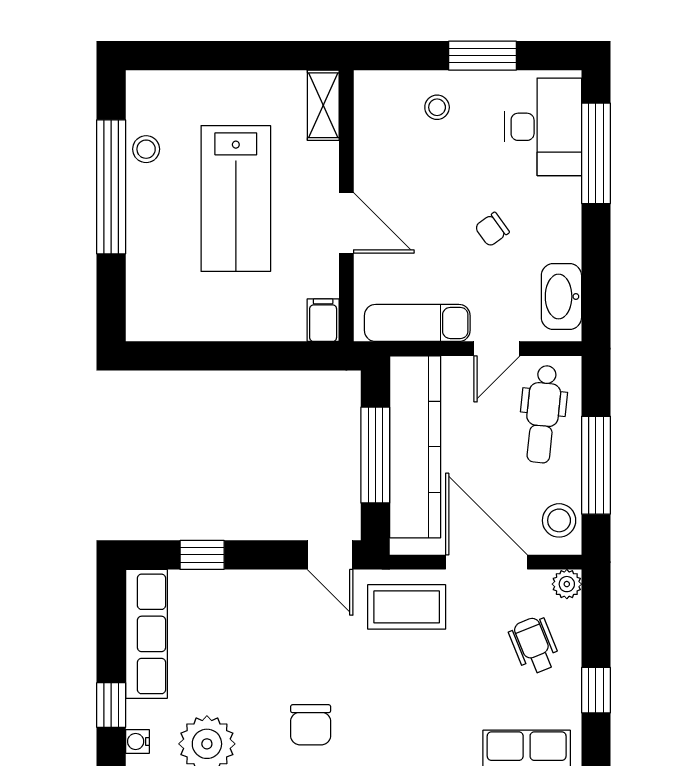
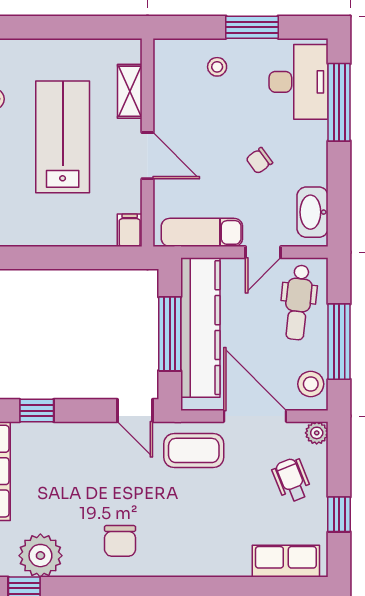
shelving: (323, 105) -> (130, 91), moved
lab bench: (236, 199) -> (63, 137), turned 180

